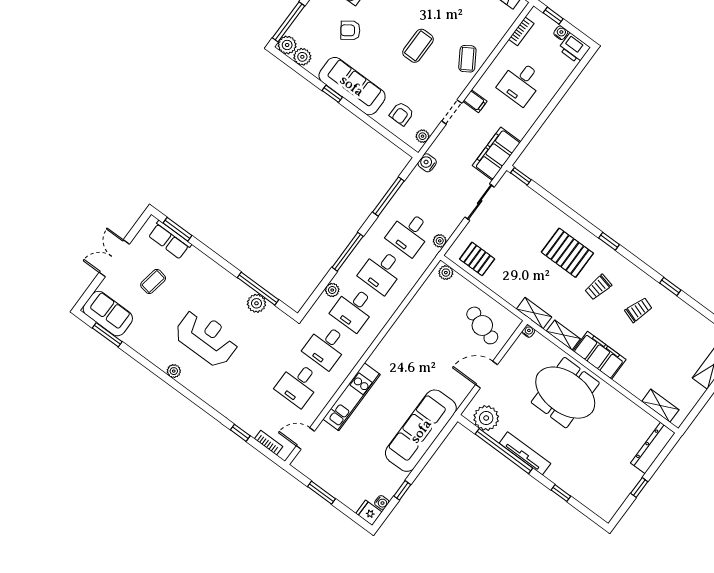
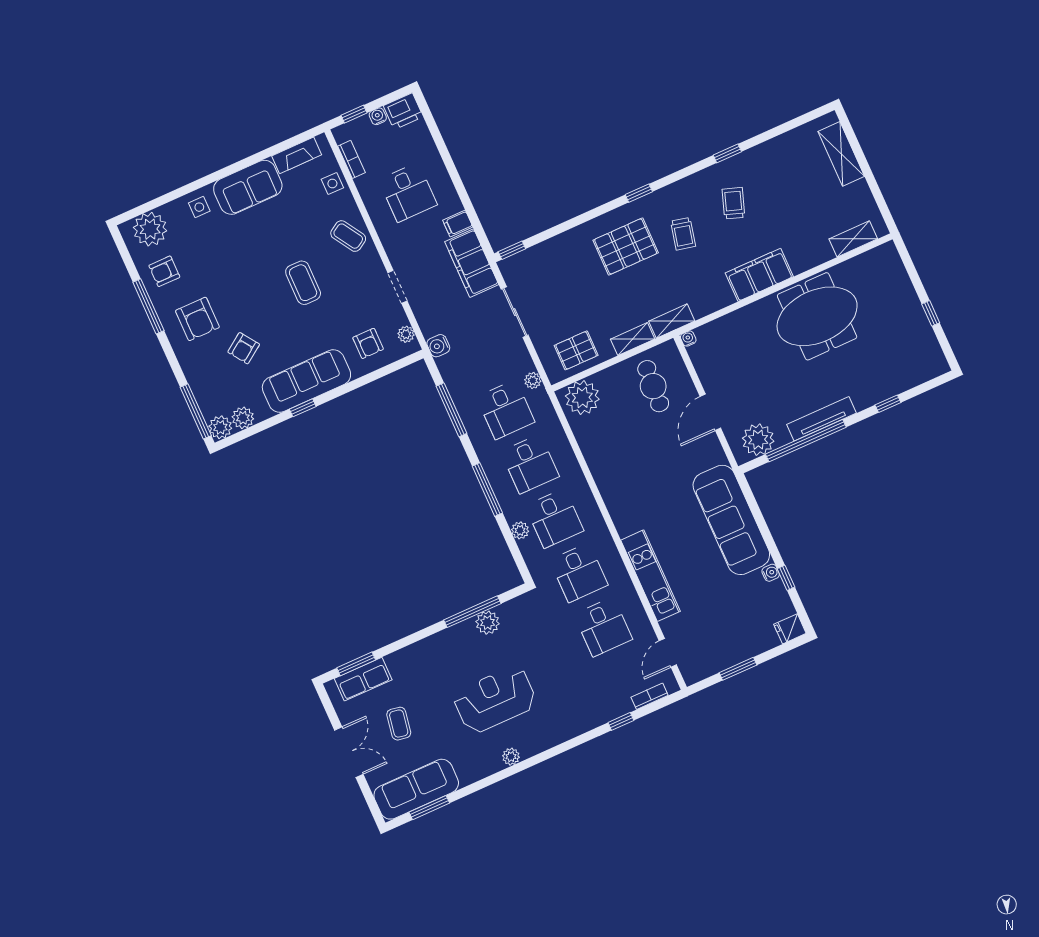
side table: (497, 28) -> (332, 184), added
filing cabinet: (475, 101) -> (458, 224), moved, turned 180
double door: (114, 258) -> (349, 752), swing flipped
plant: (446, 273) -> (582, 398), width x1.88, depth x1.88
sofa: (108, 314) -> (416, 789), width x1.36
cafe table: (482, 325) -> (653, 386), turned 76
shelving: (563, 335) -> (633, 339), moved
meeting table: (565, 393) -> (817, 316), moved
dresser: (653, 448) -> (895, 274), removed
water cooler: (382, 503) -> (771, 573), moved

